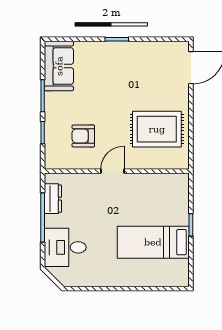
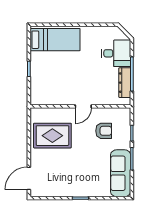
sofa: (59, 66) -> (121, 173), width x1.36
dresser: (53, 199) -> (125, 83), width x1.44
bed: (153, 242) -> (55, 40), moved

